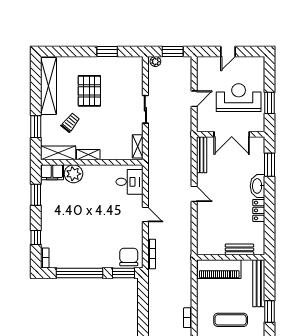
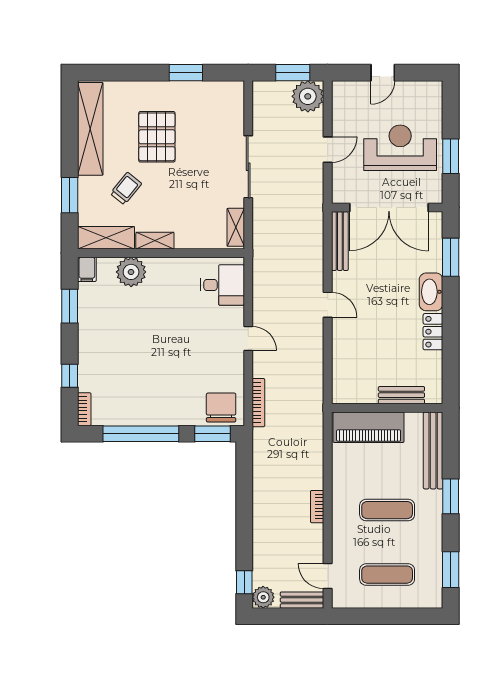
plant: (155, 62) -> (308, 96), moved, width x1.88, depth x1.88
sliding door: (145, 109) -> (248, 167), width x1.37
double door: (232, 134) -> (389, 208), width x1.36
filing cabinet: (52, 172) -> (87, 269), width x0.50

